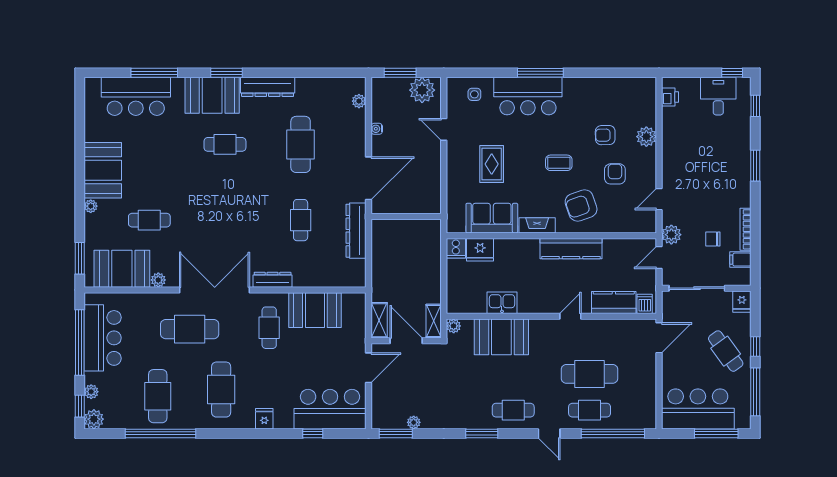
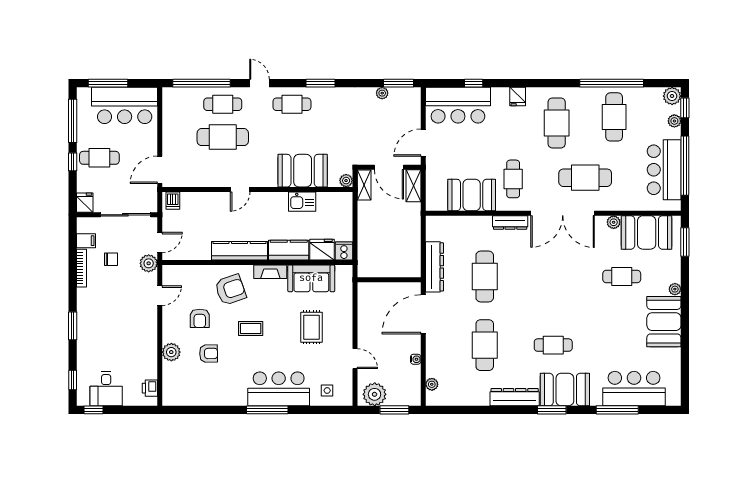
cafe table: (301, 220) -> (485, 276), width x1.37, depth x1.35
kitchen counter: (614, 302) -> (289, 250), moved, turned 180
cafe table: (726, 351) -> (99, 158), turned -54

